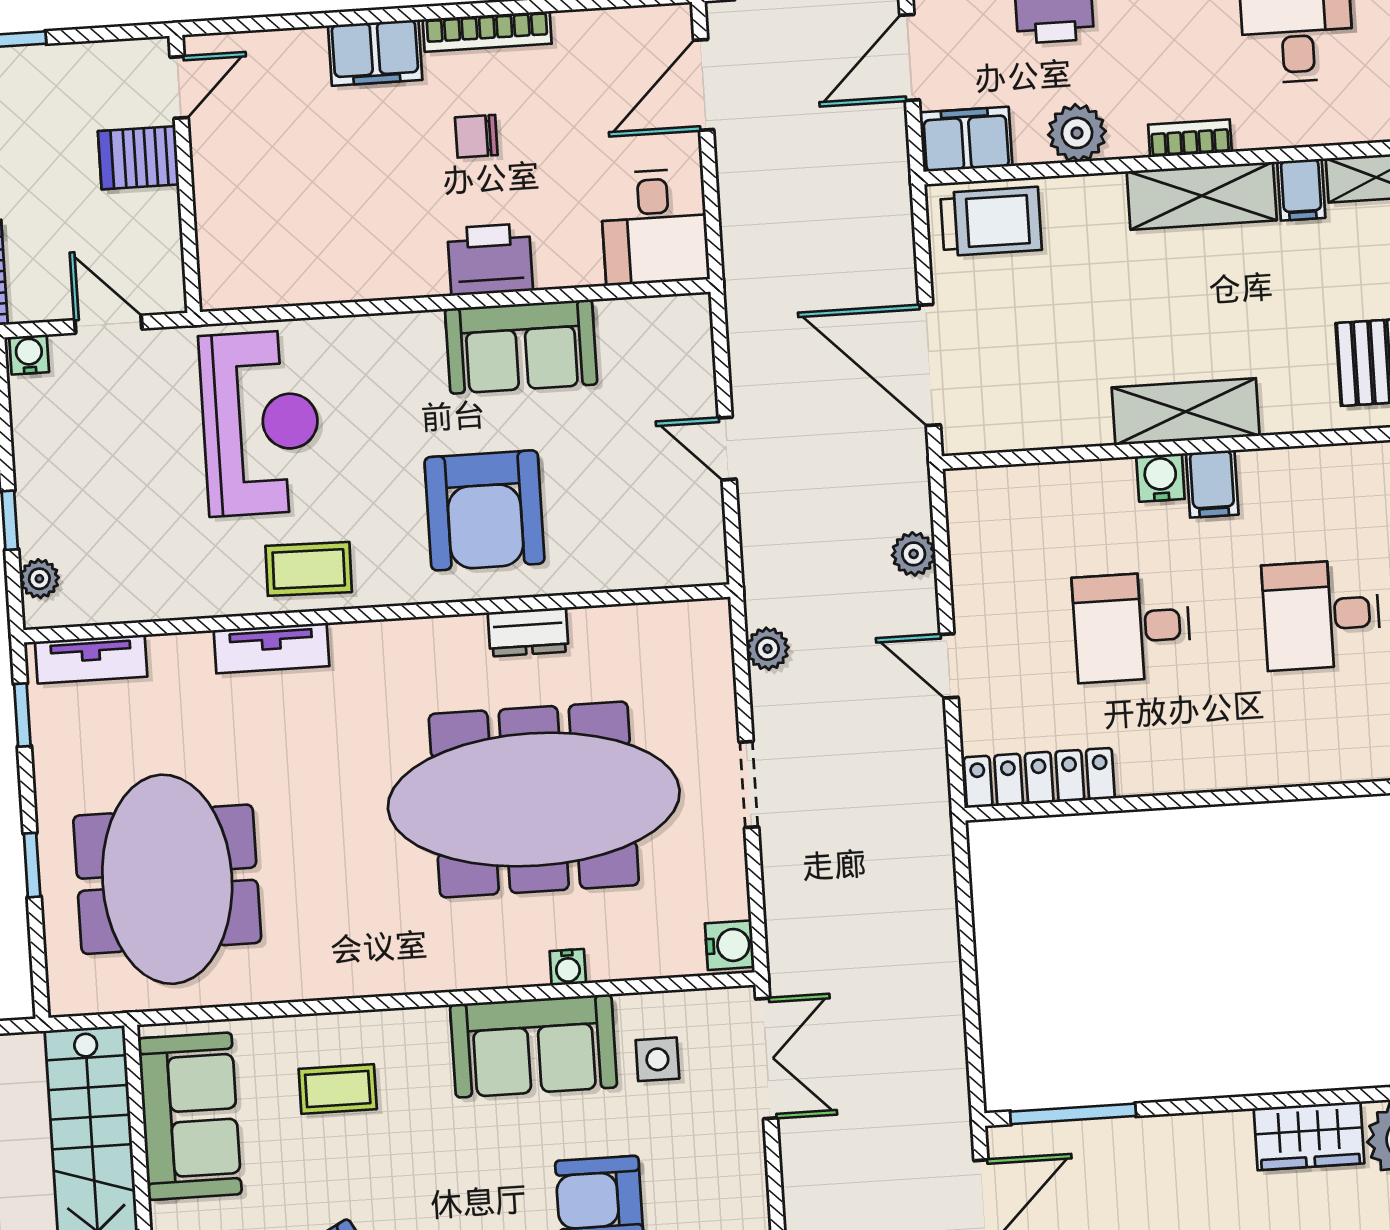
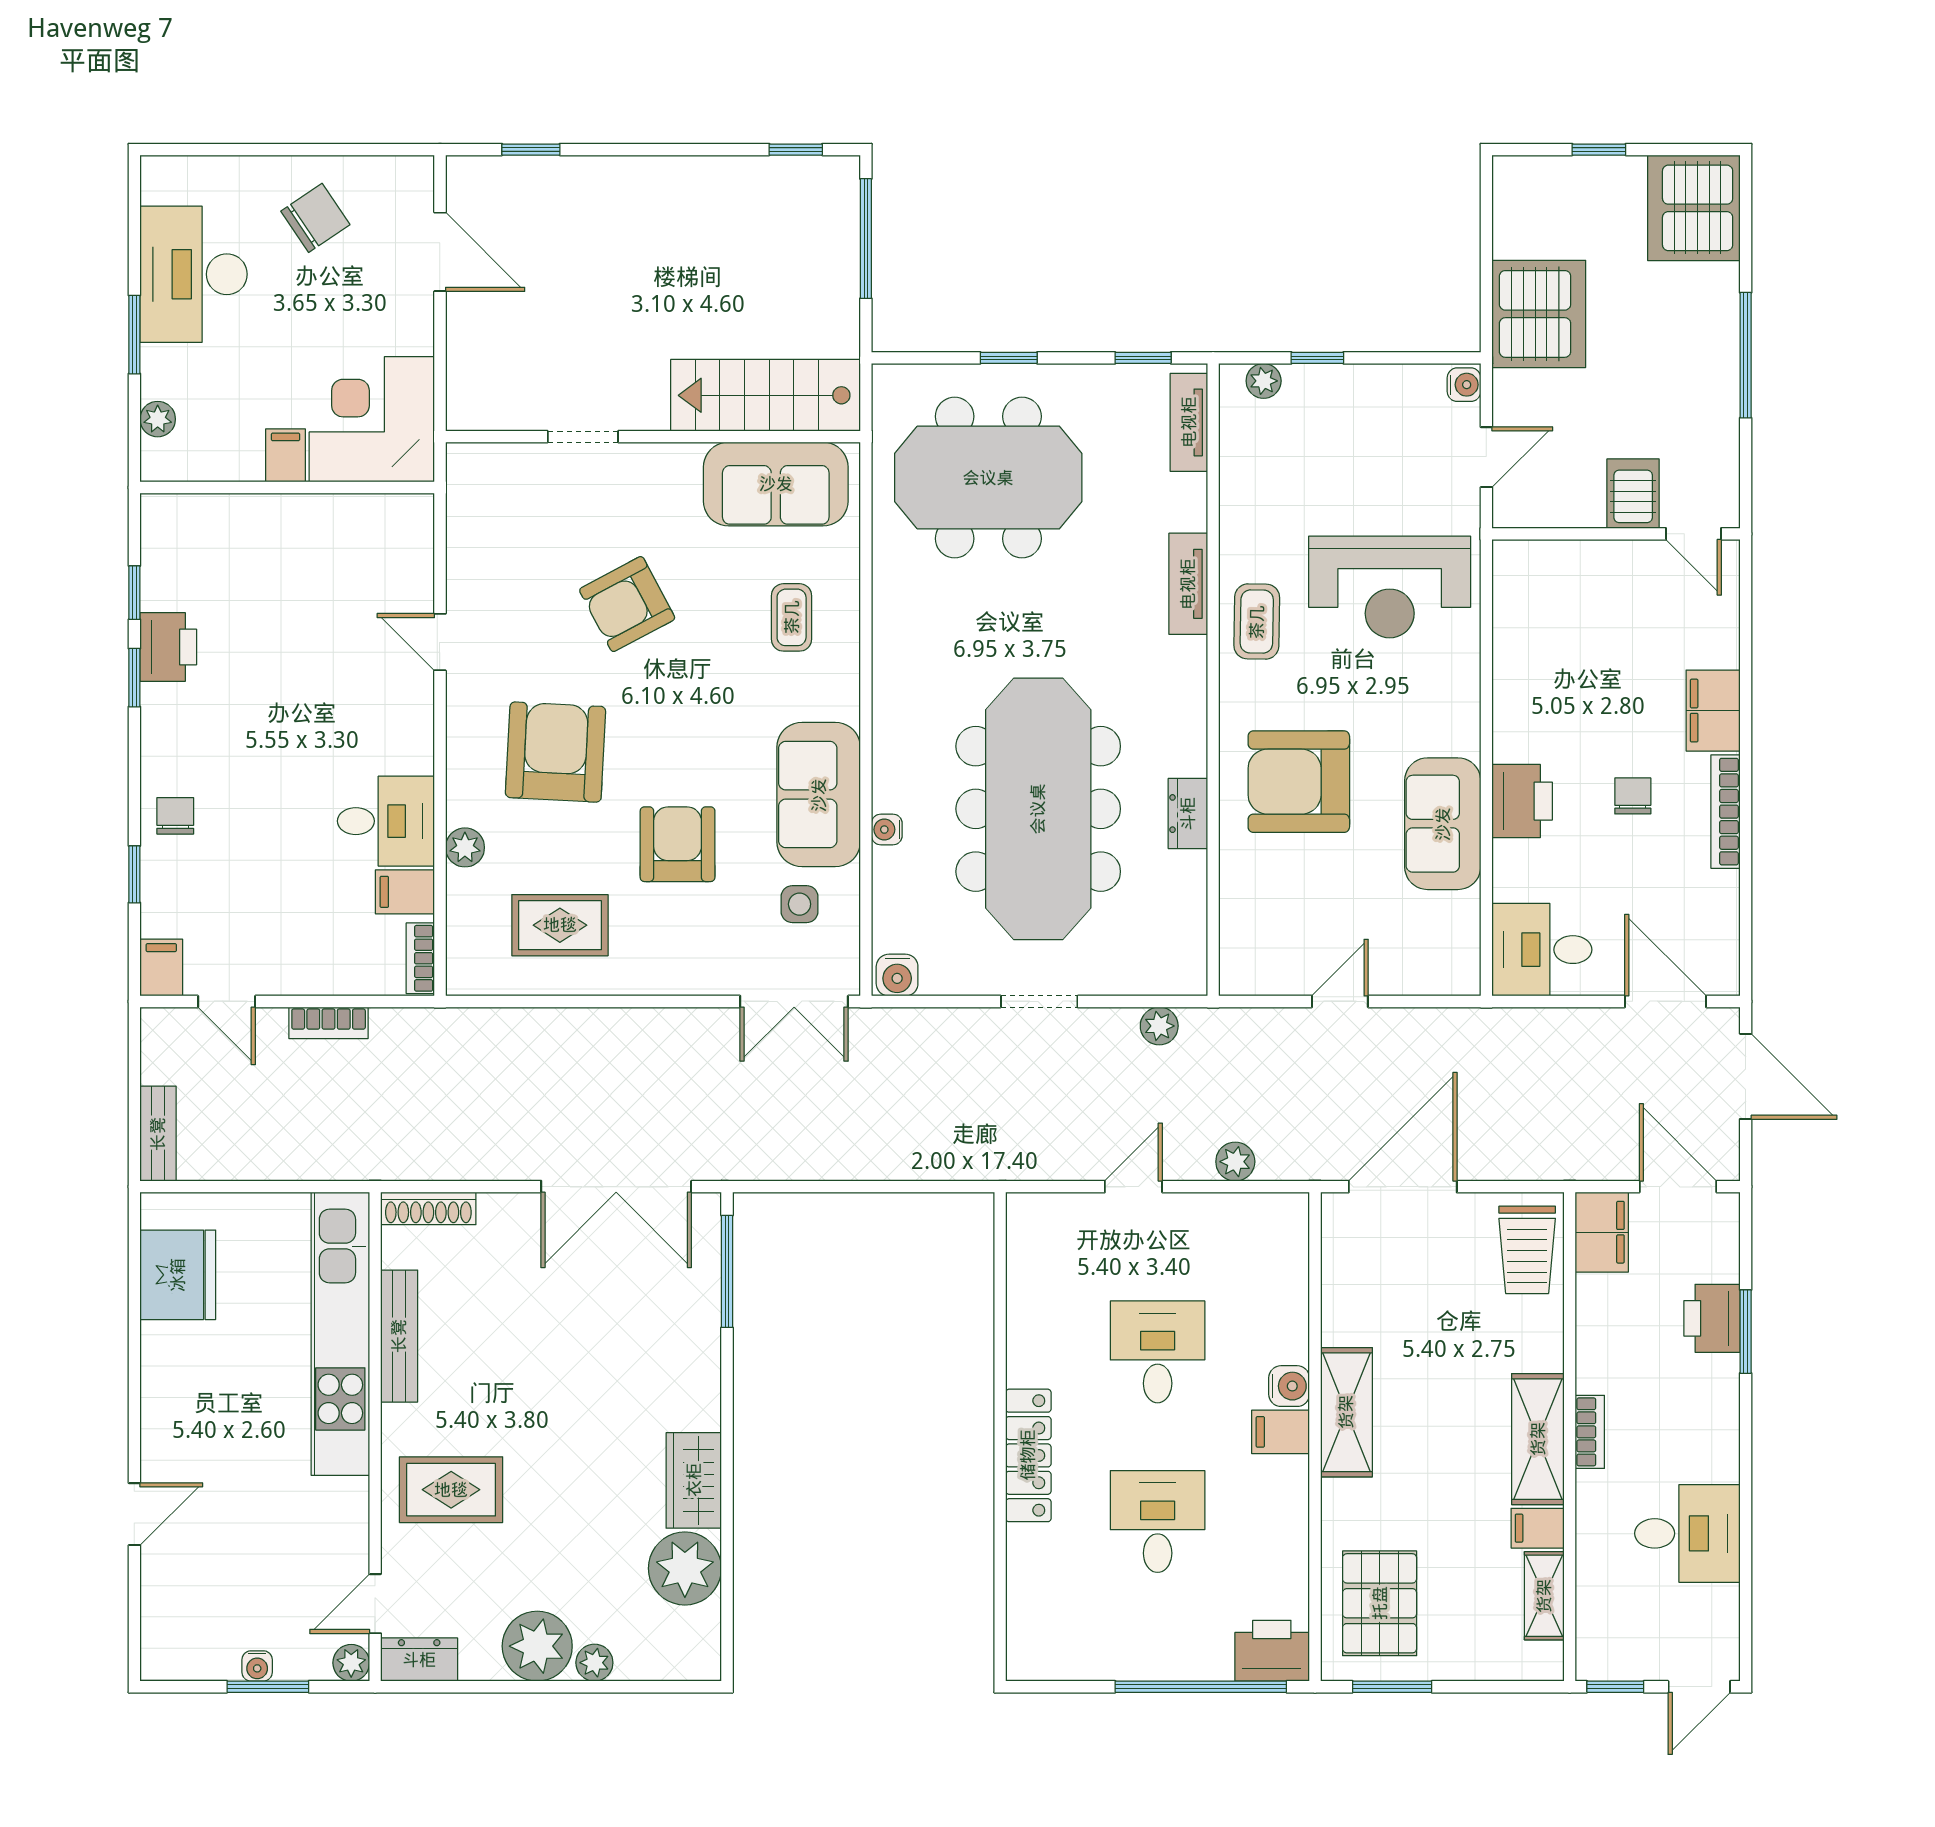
plant: (1077, 133) -> (1601, 1332), removed
locker: (1039, 778) -> (1028, 1455), moved

